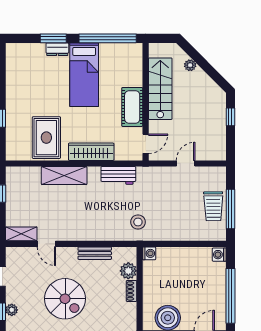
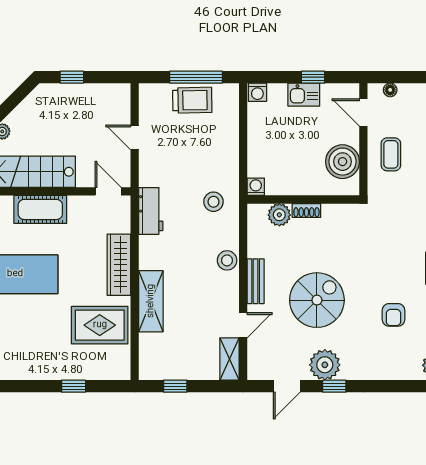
cot: (132, 107) -> (40, 209), moved
workbench: (118, 175) -> (151, 211), moved
stool: (94, 232) -> (227, 260), added
bench: (95, 253) -> (256, 281), moved
kitchen sink: (218, 289) -> (304, 95), added
window: (230, 296) -> (313, 77), width x0.32
plant: (12, 310) -> (325, 365), width x1.88, depth x1.88

